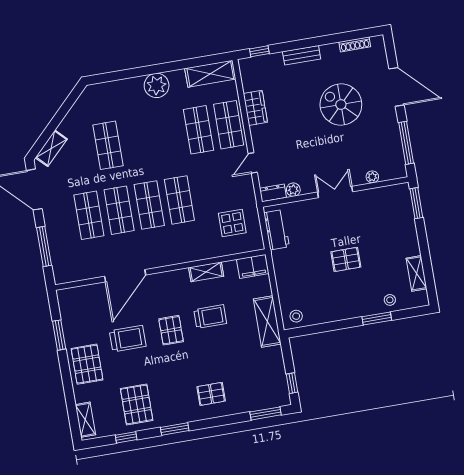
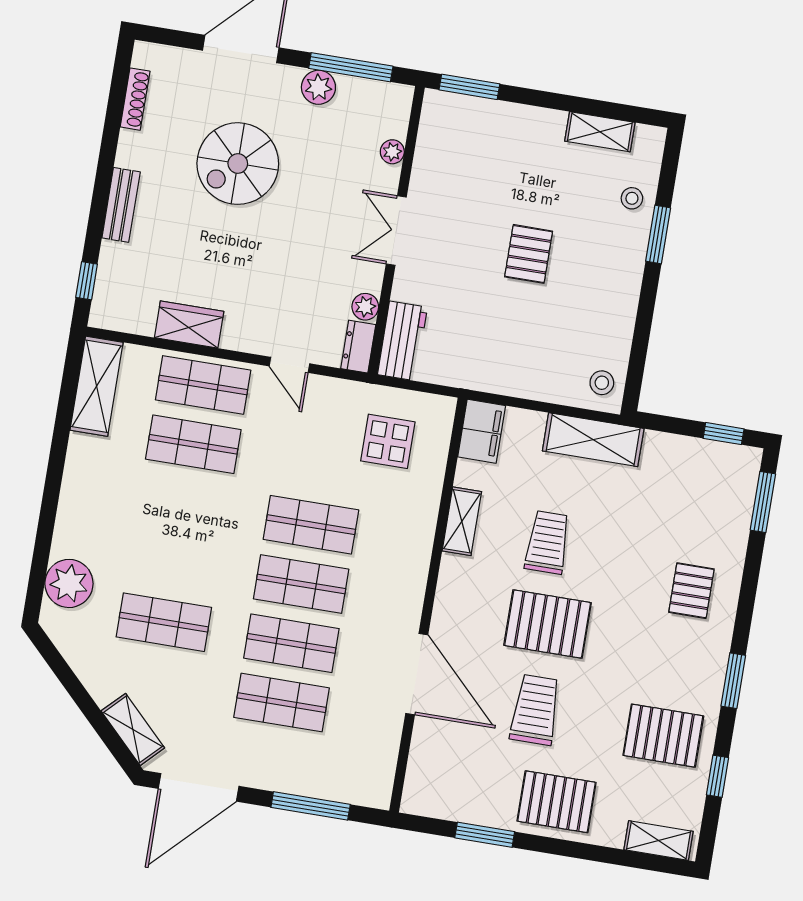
plant: (157, 85) -> (69, 583), moved
plant: (391, 131) -> (318, 87), added
workbench: (277, 230) -> (402, 341), moved, turned 90
pallet: (171, 330) -> (548, 624), width x1.50, depth x1.42

